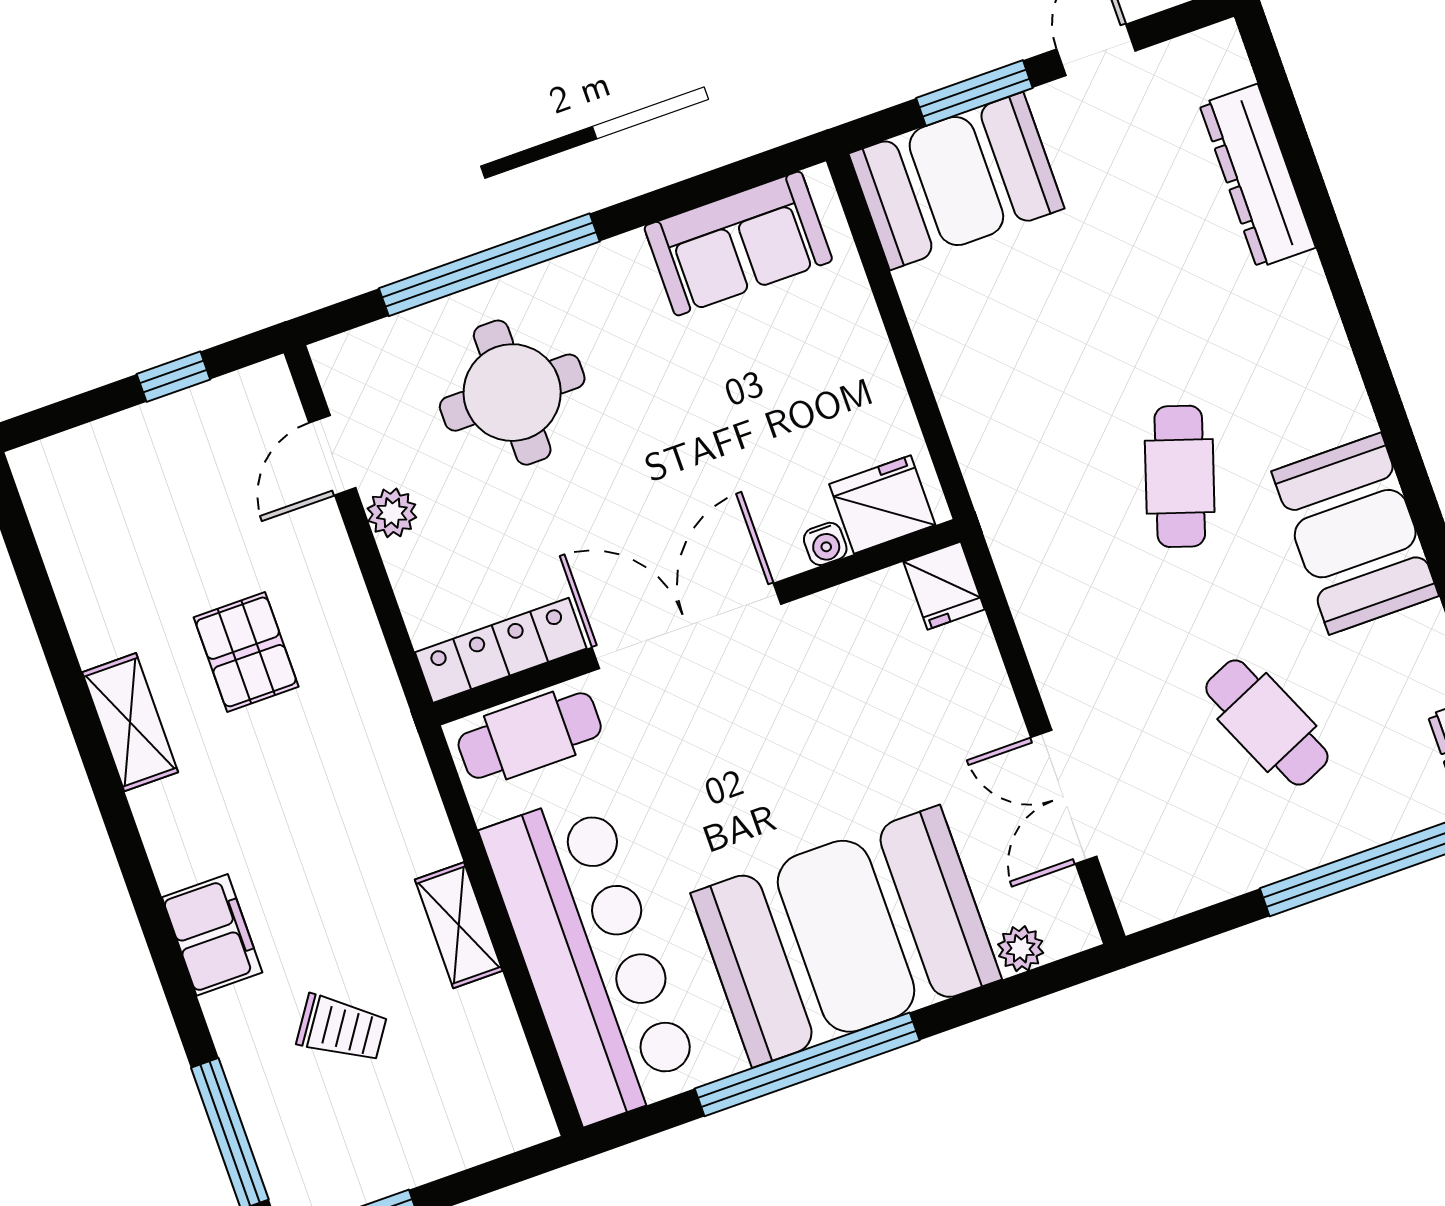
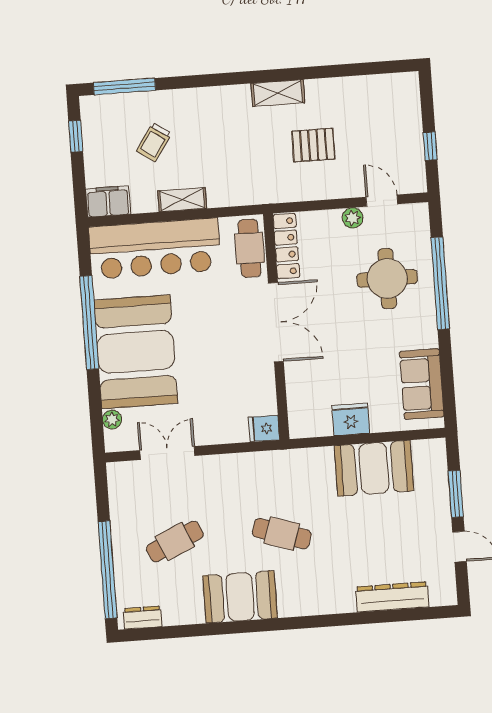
booth: (956, 181) -> (374, 468), moved, turned 90
fridge: (882, 505) -> (351, 419), moved, turned -90
water cooler: (825, 544) -> (293, 386), removed
shelving: (130, 722) -> (278, 93), moved
filing cabinet: (212, 935) -> (108, 201), moved, turned 180

